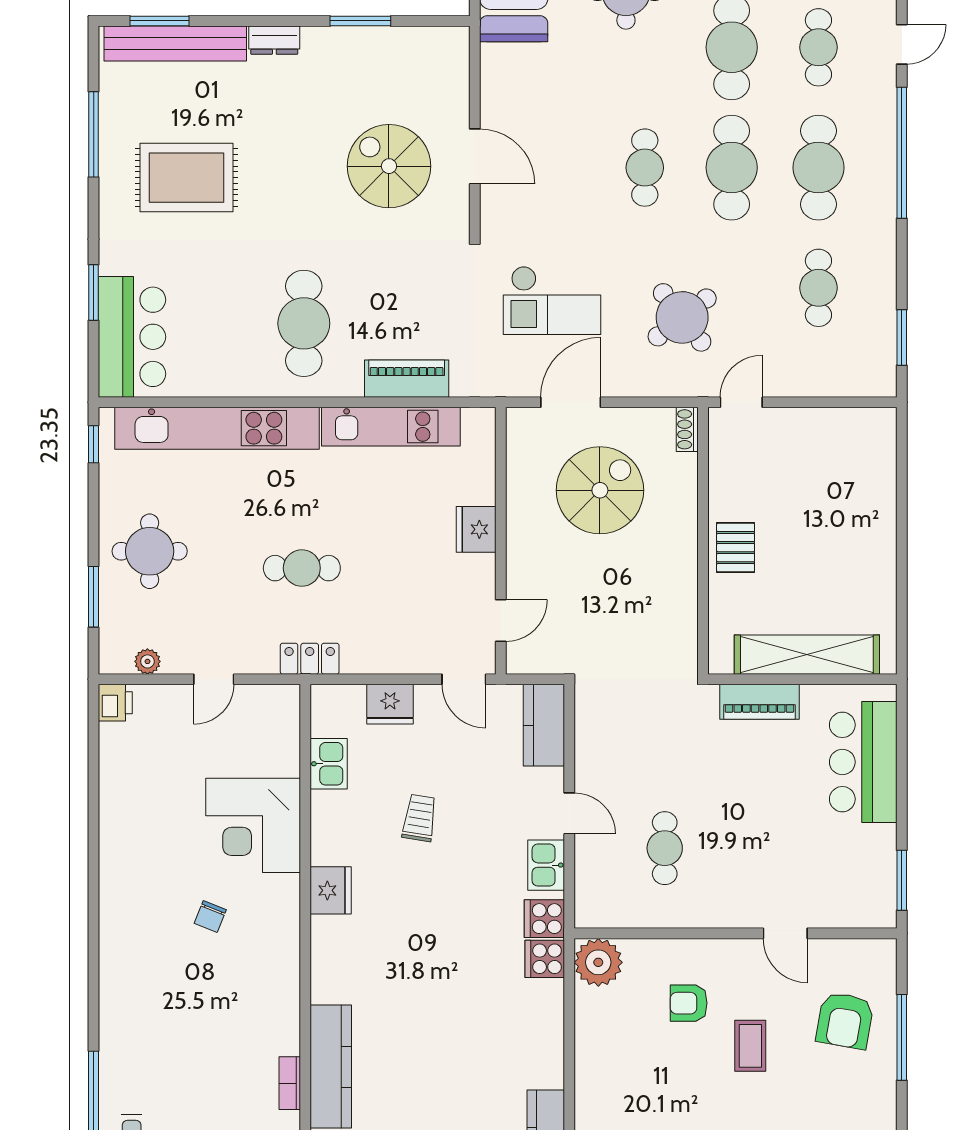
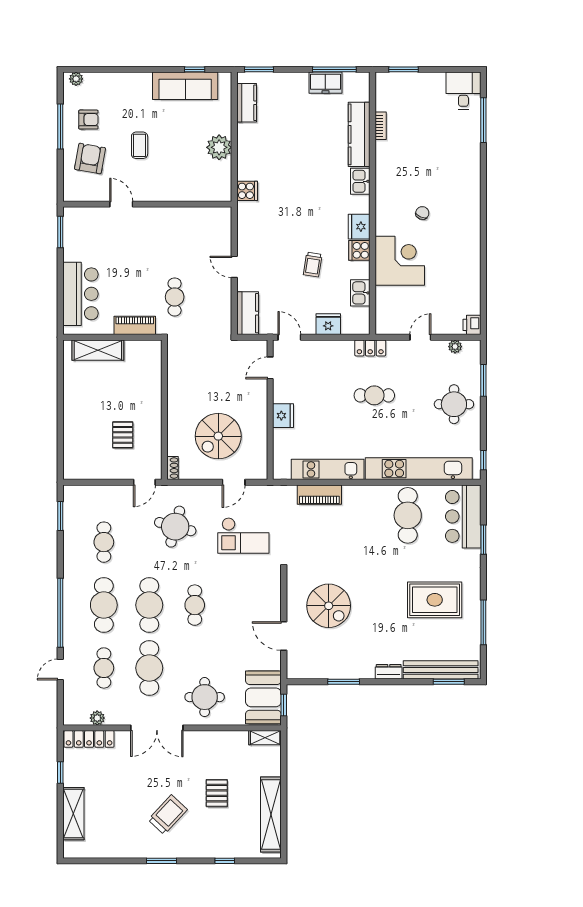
door: (475, 156) -> (284, 636), moved
checkout: (552, 300) -> (243, 536), turned 180
round table: (682, 317) -> (175, 527), turned -37
cafe table: (304, 323) -> (408, 515), moved
door: (571, 402) -> (234, 482), width x0.73
pallet: (736, 548) -> (123, 435), moved
shelving: (807, 655) -> (98, 350), width x0.68
cafe table: (665, 848) -> (175, 297), moved
kitchen sink: (546, 865) -> (360, 181), moved, turned 180
cooker: (544, 919) -> (359, 250), moved, turned 180
plant: (598, 962) -> (219, 147), moved
armchair: (689, 1003) -> (88, 120), moved
window: (902, 1037) -> (60, 126), moved

